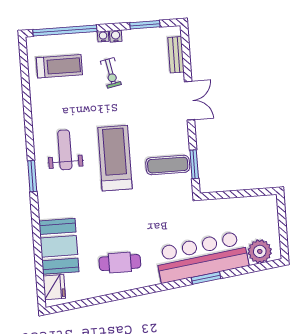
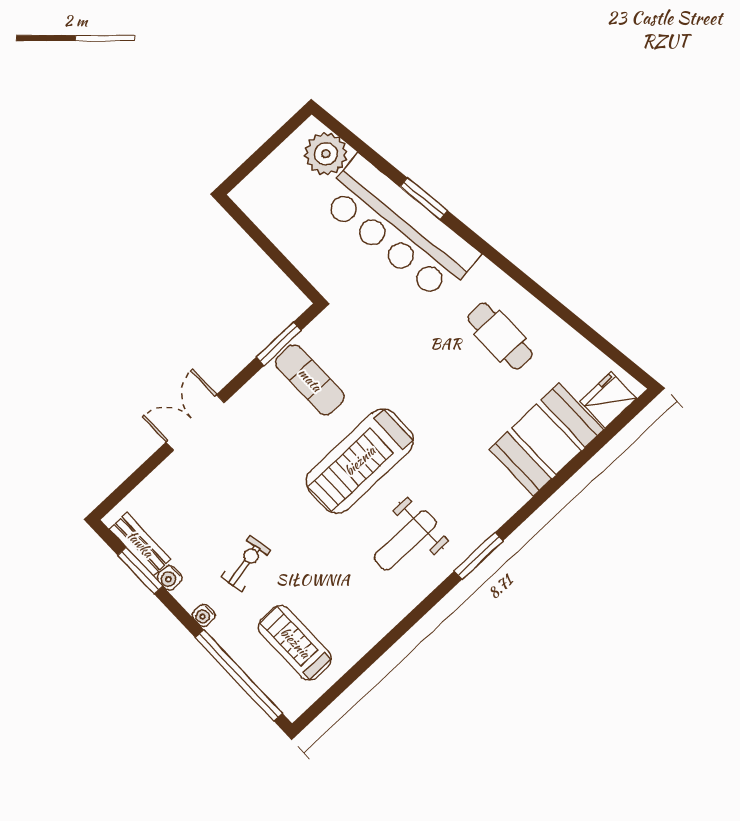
water cooler: (116, 36) -> (170, 578), moved
bench: (176, 55) -> (140, 544), moved, turned 90

